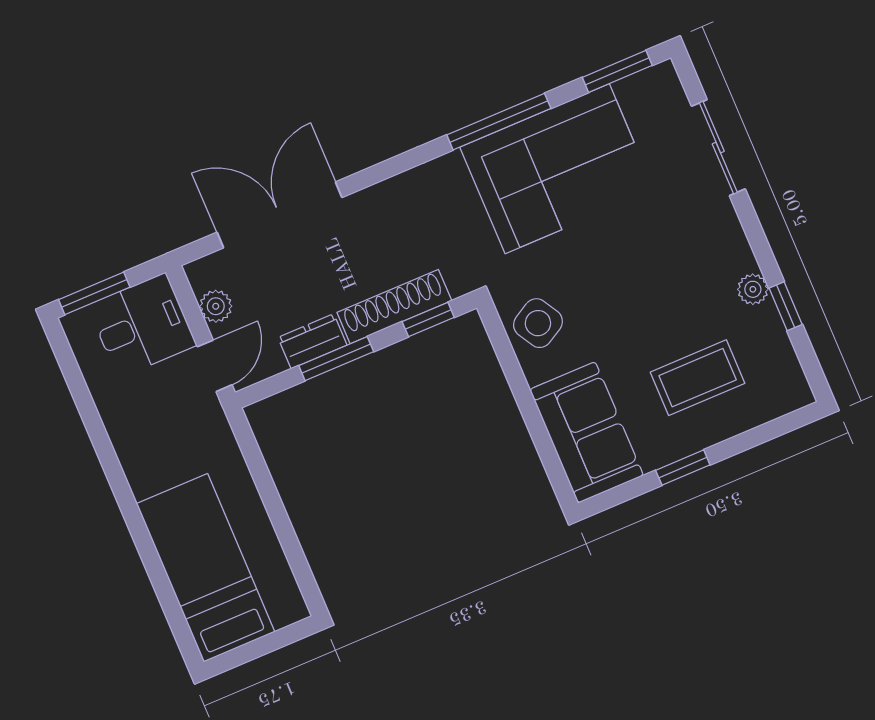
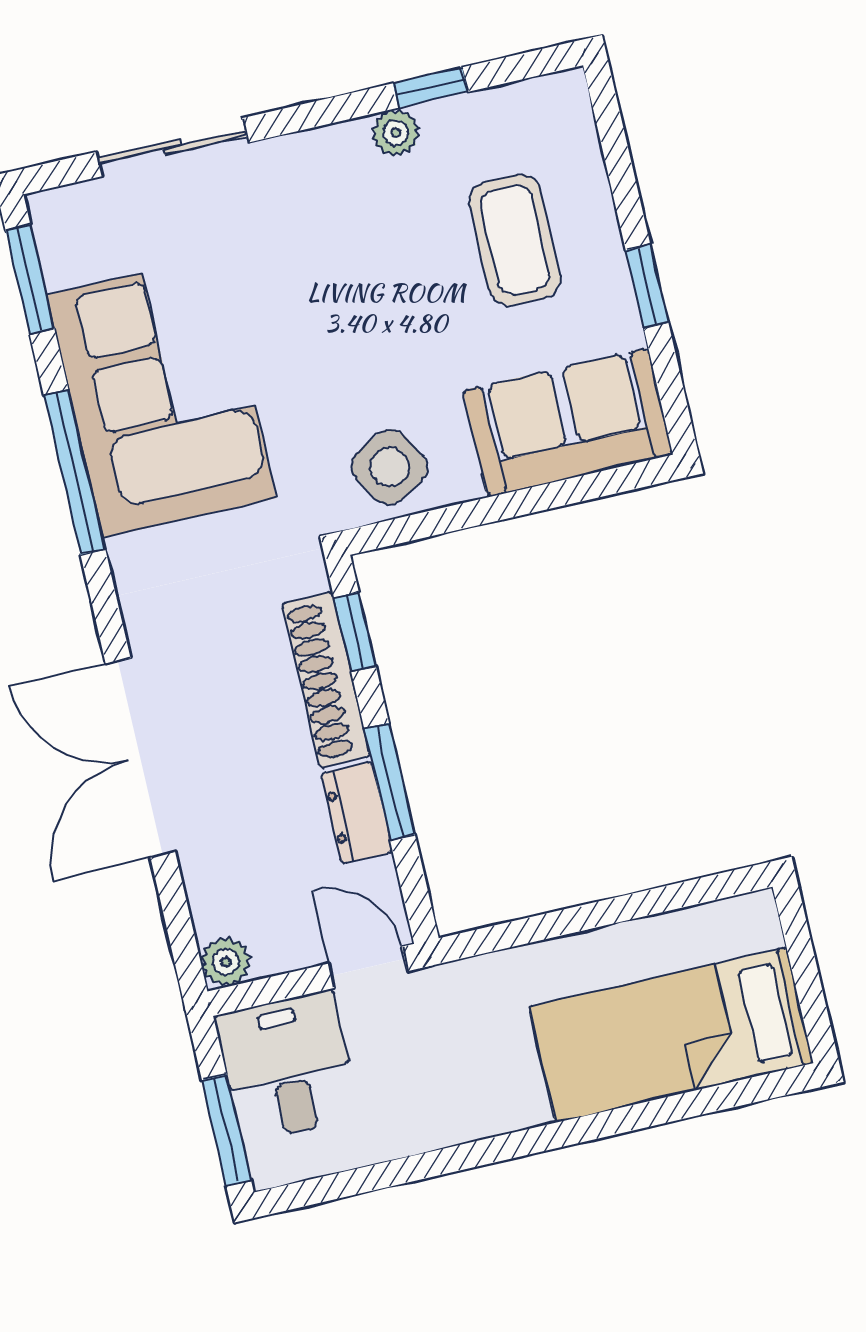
double door: (279, 215) -> (140, 758), moved
plant: (216, 306) -> (226, 962), moved

